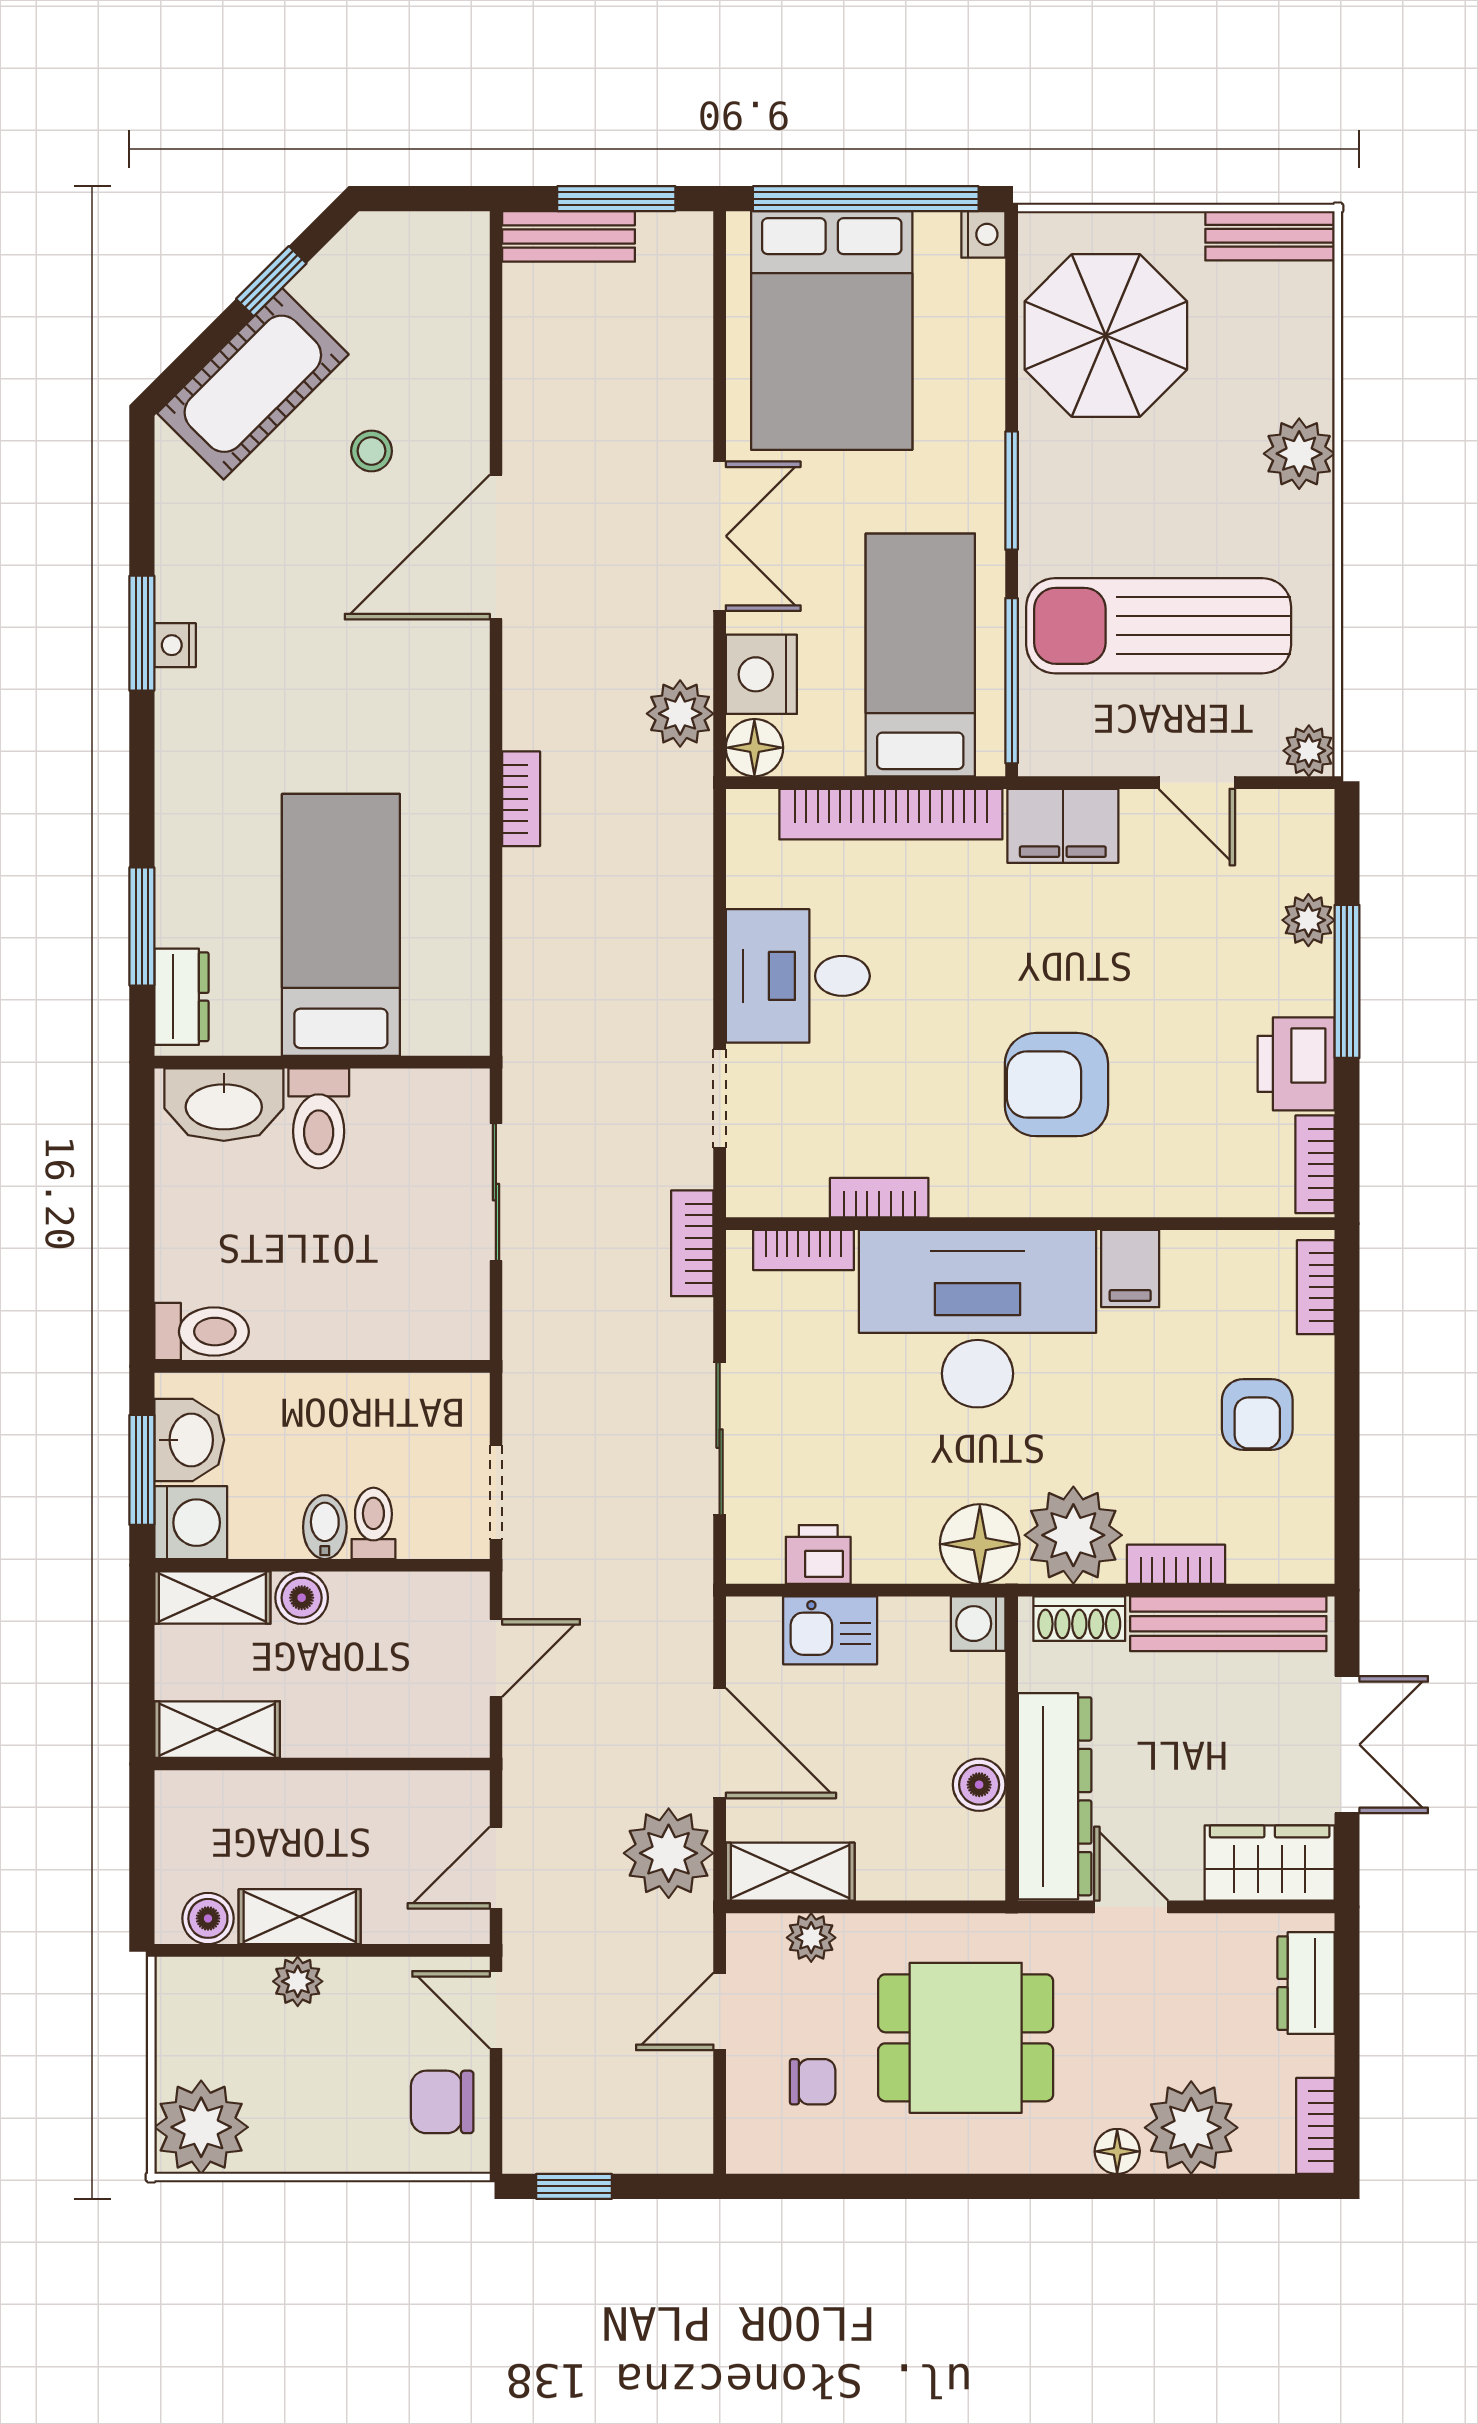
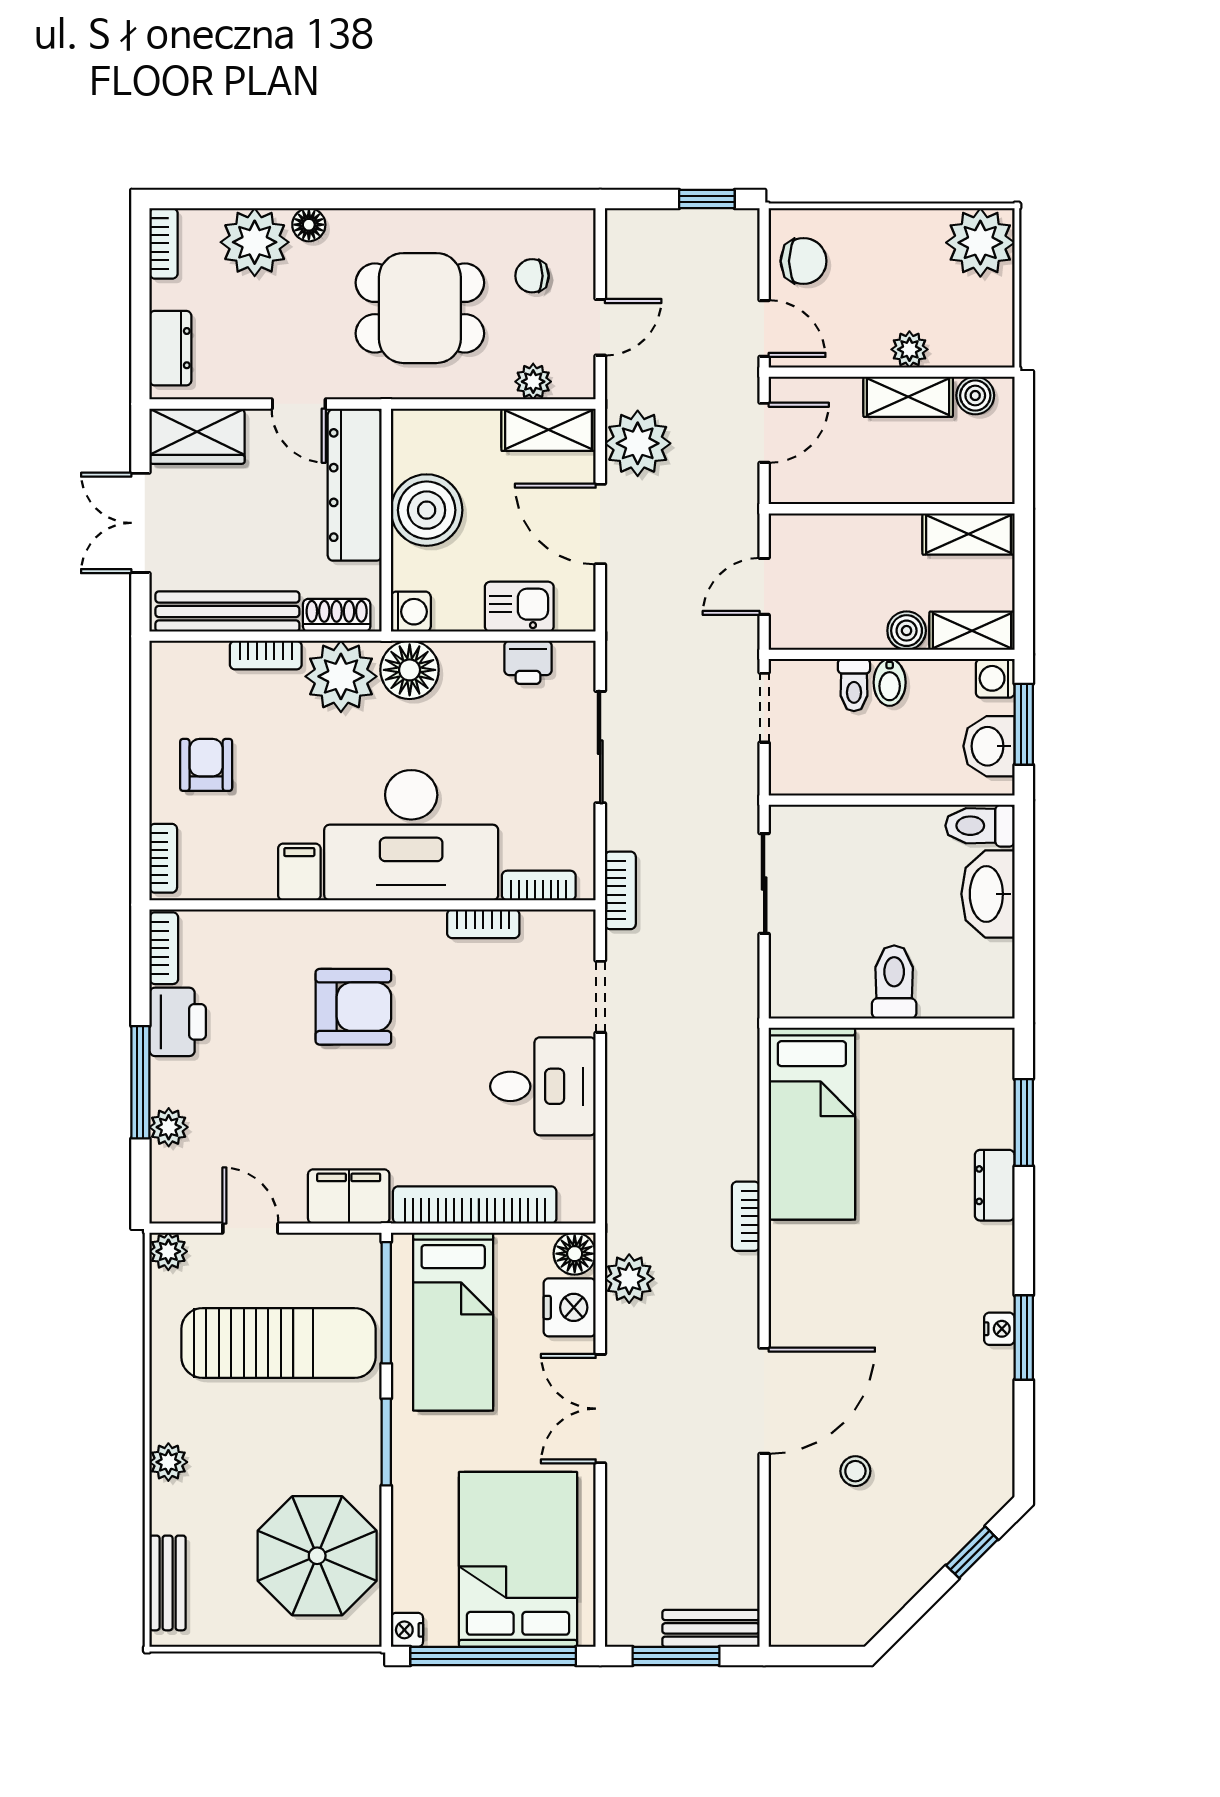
bench: (1270, 236) -> (168, 1583), moved, turned 90
window: (271, 281) -> (972, 1552), moved
cot: (253, 384) -> (942, 1520), removed
plant: (1299, 454) -> (168, 1462), width x0.73, depth x0.73
bed: (341, 925) -> (812, 1124), moved
dresser: (181, 997) -> (995, 1185), moved
washbasin: (224, 1105) -> (988, 894), moved, turned -90
sliding door: (496, 1192) -> (764, 884), moved
washing machine: (191, 1523) -> (995, 678), width x0.73, depth x0.73
boiler: (979, 1785) -> (427, 510), width x1.86, depth x1.86

